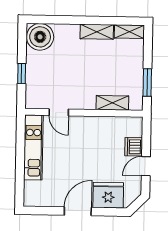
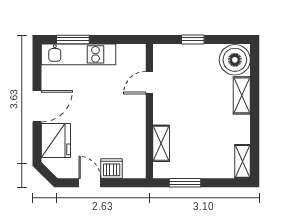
shelving: (97, 32) -> (242, 95), moved
kitchen unit: (33, 147) -> (78, 54), moved
window: (20, 179) -> (73, 39), added
door: (78, 211) -> (37, 106), hinge flipped

